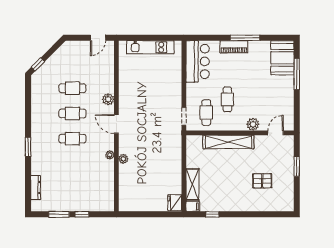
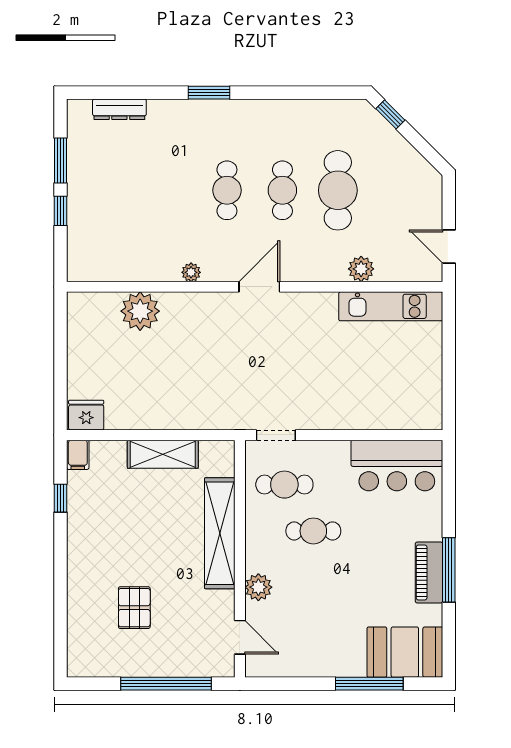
kitchen unit: (150, 47) -> (391, 306), moved, turned -90
piano: (234, 47) -> (429, 573), moved
cafe table: (72, 88) -> (338, 190), width x1.37, depth x1.35
plant: (108, 99) -> (361, 269), moved
plant: (123, 159) -> (140, 311), moved, width x1.87, depth x1.87
window: (297, 166) -> (166, 684), width x2.11
shelving: (192, 184) -> (163, 454), moved

